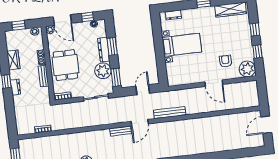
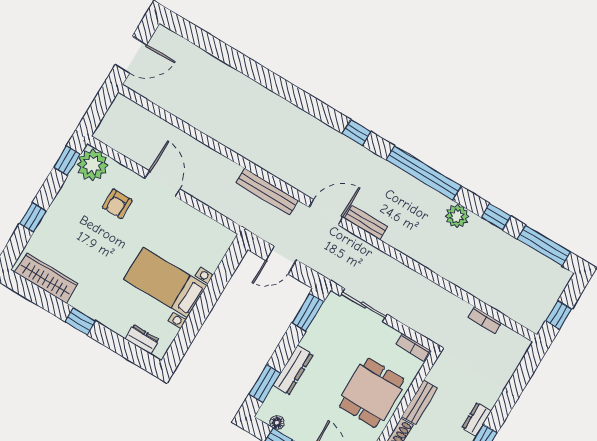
window: (112, 46) -> (265, 383), moved
window: (257, 52) -> (67, 161), moved
plant: (103, 71) -> (320, 338), removed

